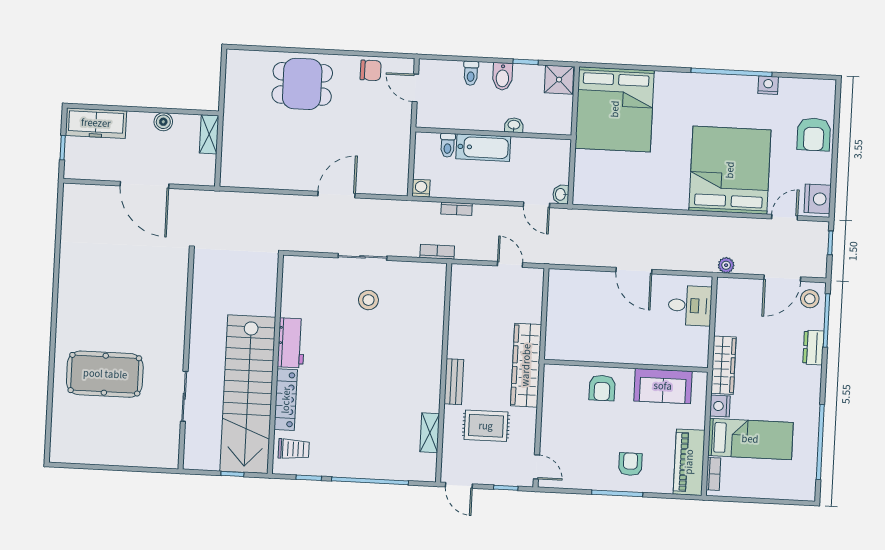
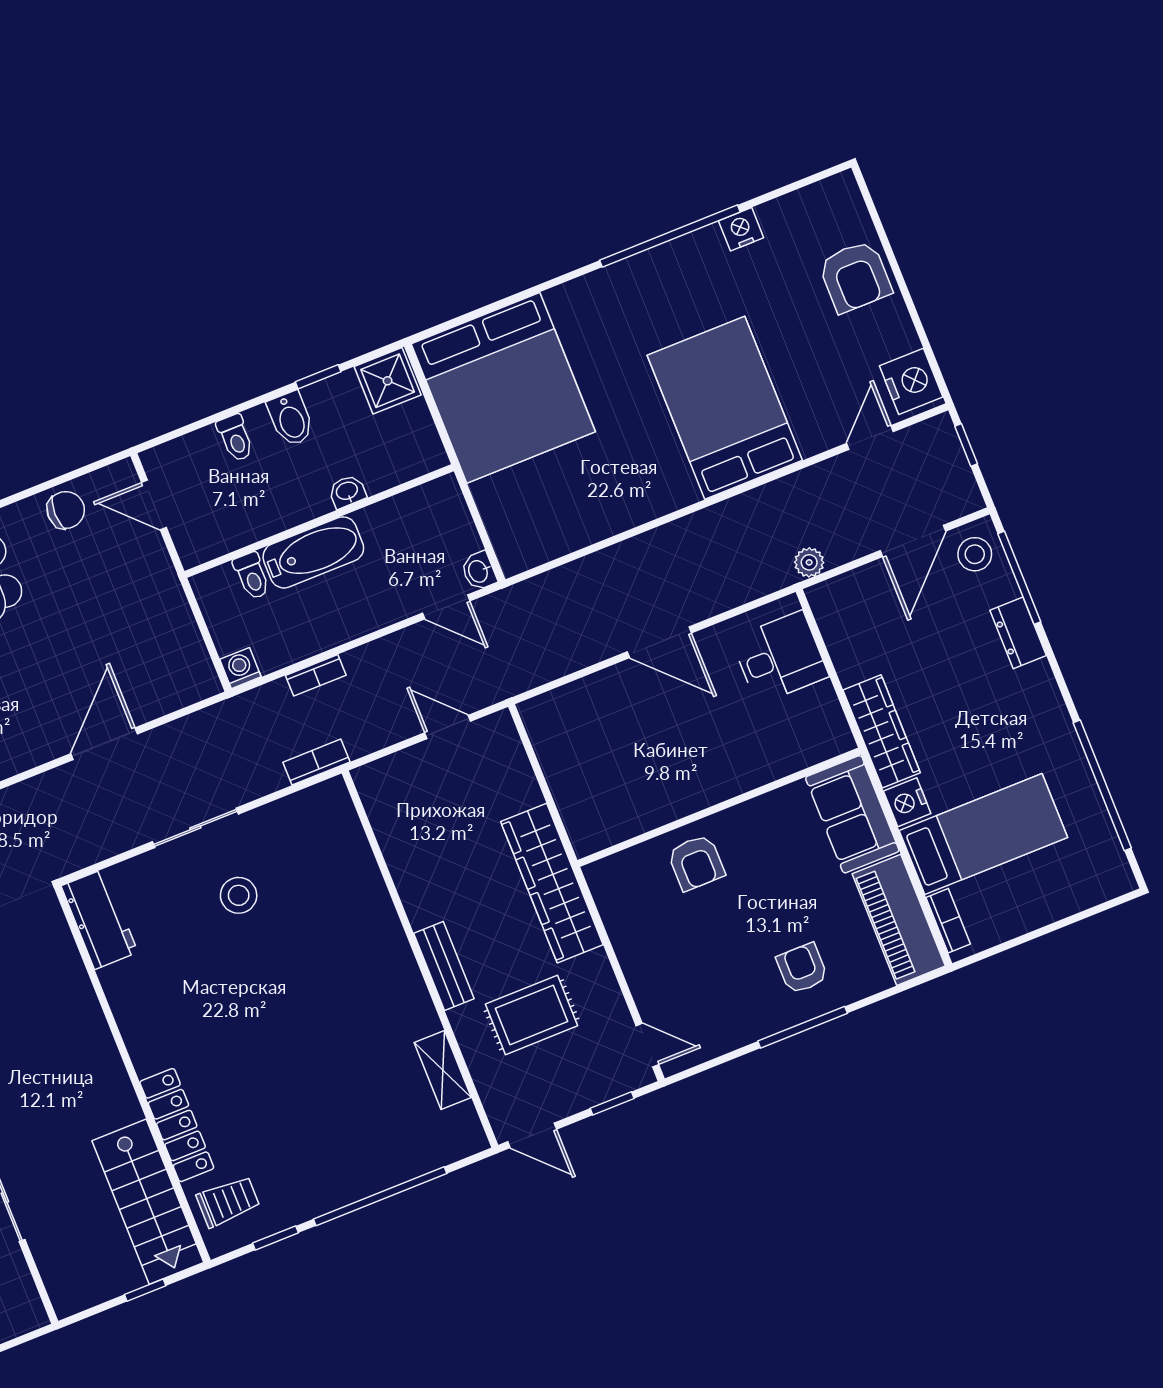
bed: (730, 170) -> (725, 408), width x0.73
workbench: (291, 343) -> (100, 919), moved
sofa: (663, 386) -> (852, 814), moved, turned 90
stairs: (248, 394) -> (148, 1202), width x0.54, depth x0.66

